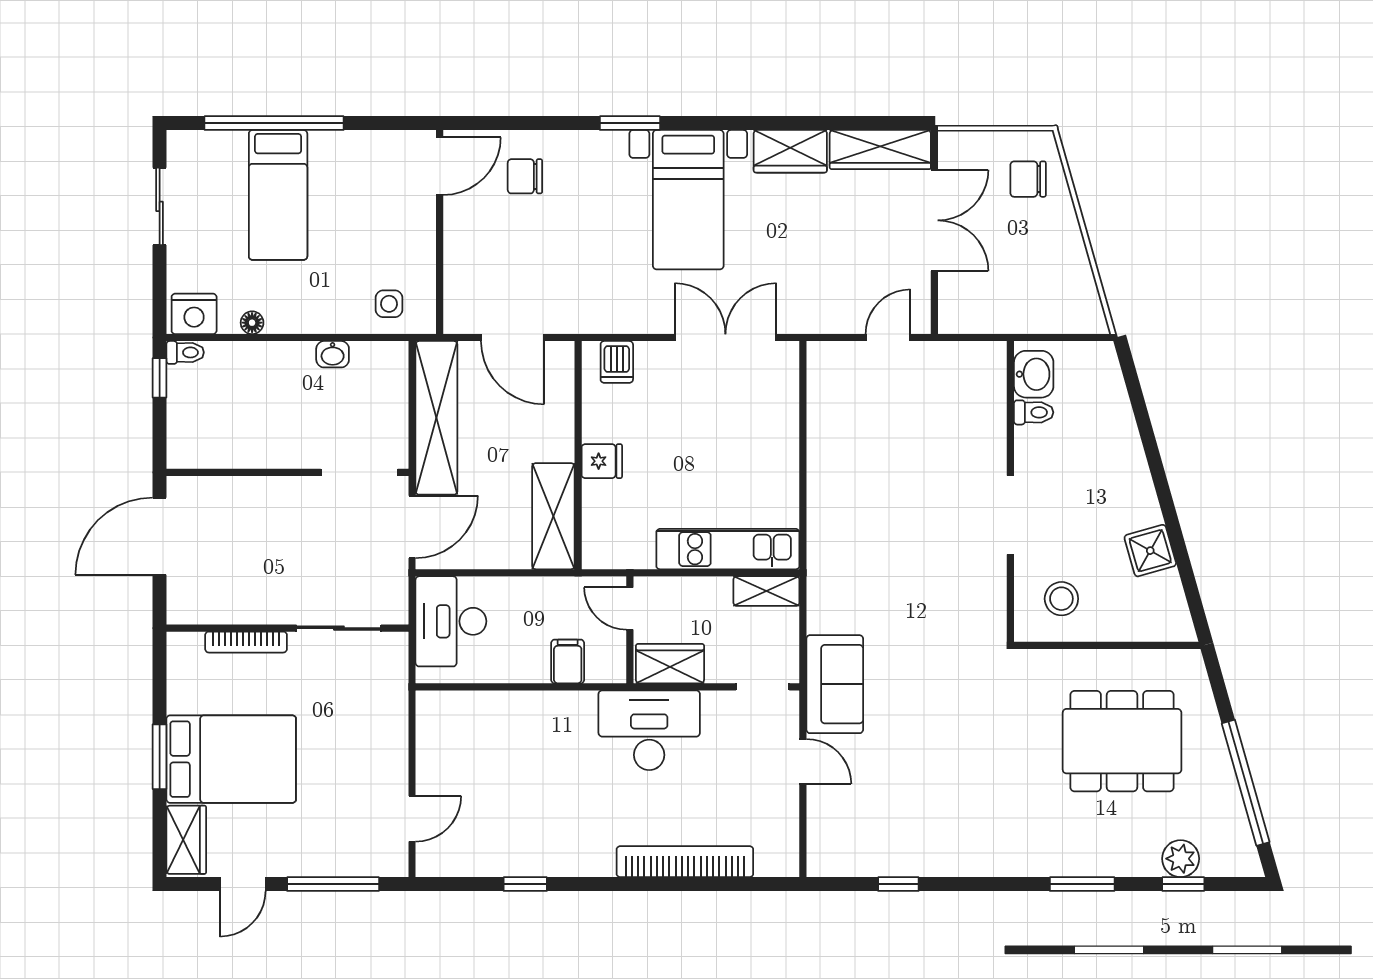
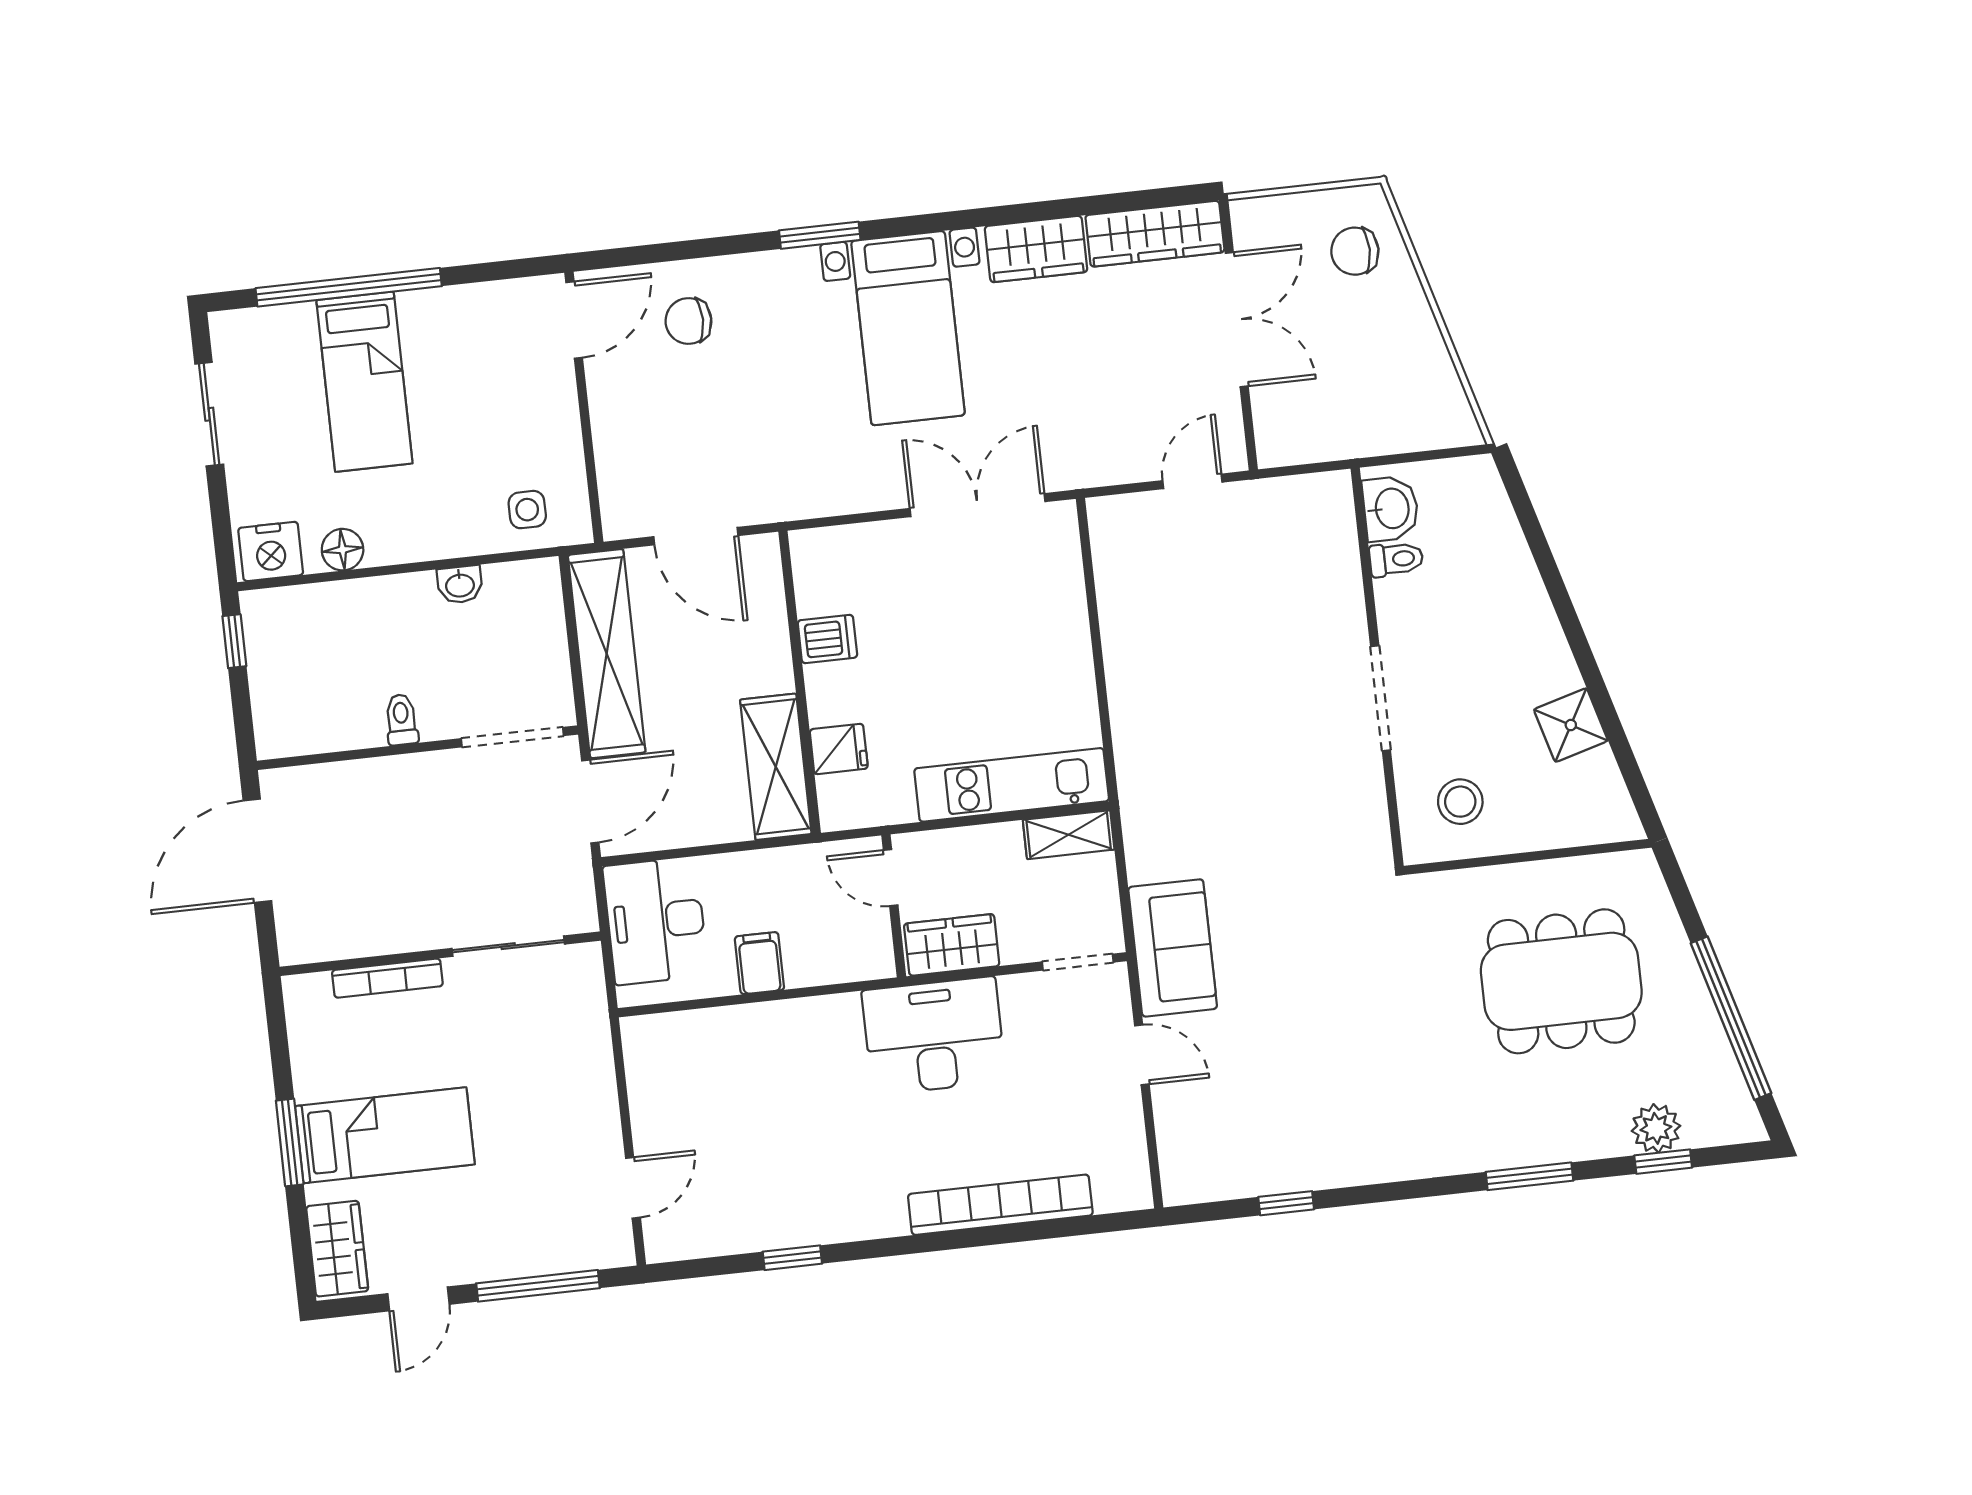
floor lamp: (252, 323) -> (343, 550), width x1.37, depth x1.37
toilet: (185, 352) -> (401, 720), moved, turned -90
dishwasher: (617, 362) -> (827, 639), moved, turned -90
fridge: (602, 461) -> (839, 749), moved
filing cabinet: (568, 661) -> (759, 963), moved
bed: (231, 759) -> (385, 1135), width x0.67

